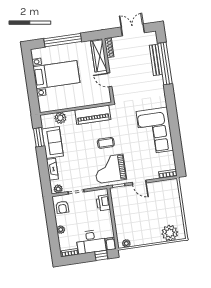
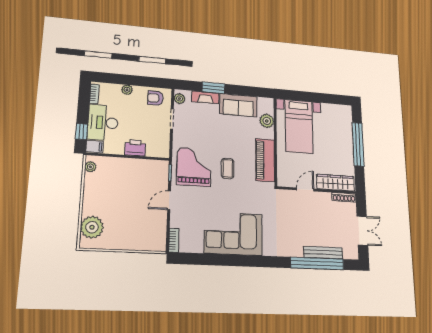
bed with nightstands: (56, 75) -> (299, 126), moved
window: (39, 137) -> (213, 88), moved
printer: (103, 203) -> (135, 148), moved

